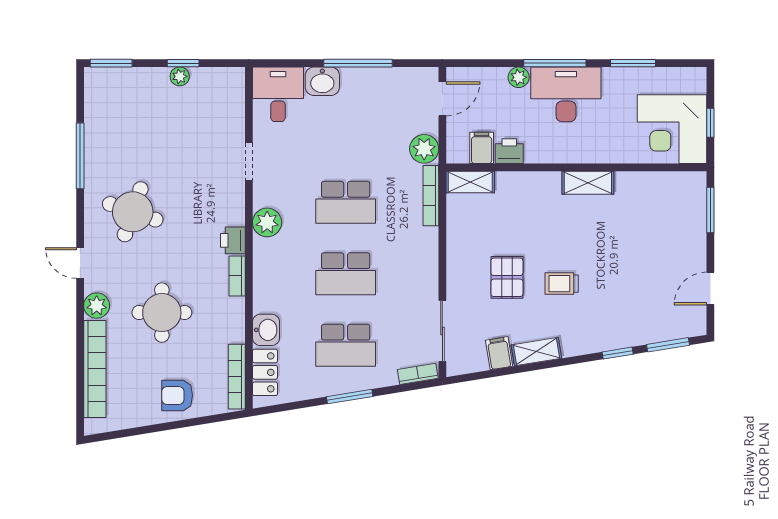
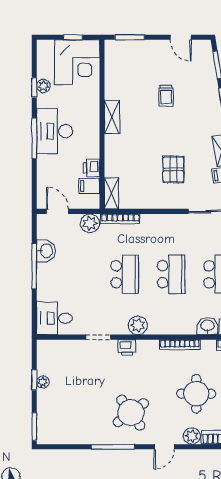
window: (633, 63) -> (34, 88), width x0.67
plant: (519, 77) -> (43, 86), moved
washbasin: (322, 81) -> (46, 251), moved
window: (80, 156) -> (113, 447), moved
round table: (133, 212) -> (131, 413), turned 35
printer: (233, 240) -> (127, 348), moved
bookcase: (237, 276) -> (180, 345), width x1.56
pallet: (507, 277) -> (173, 169), turned 90
trolley: (562, 284) -> (166, 96), moved

